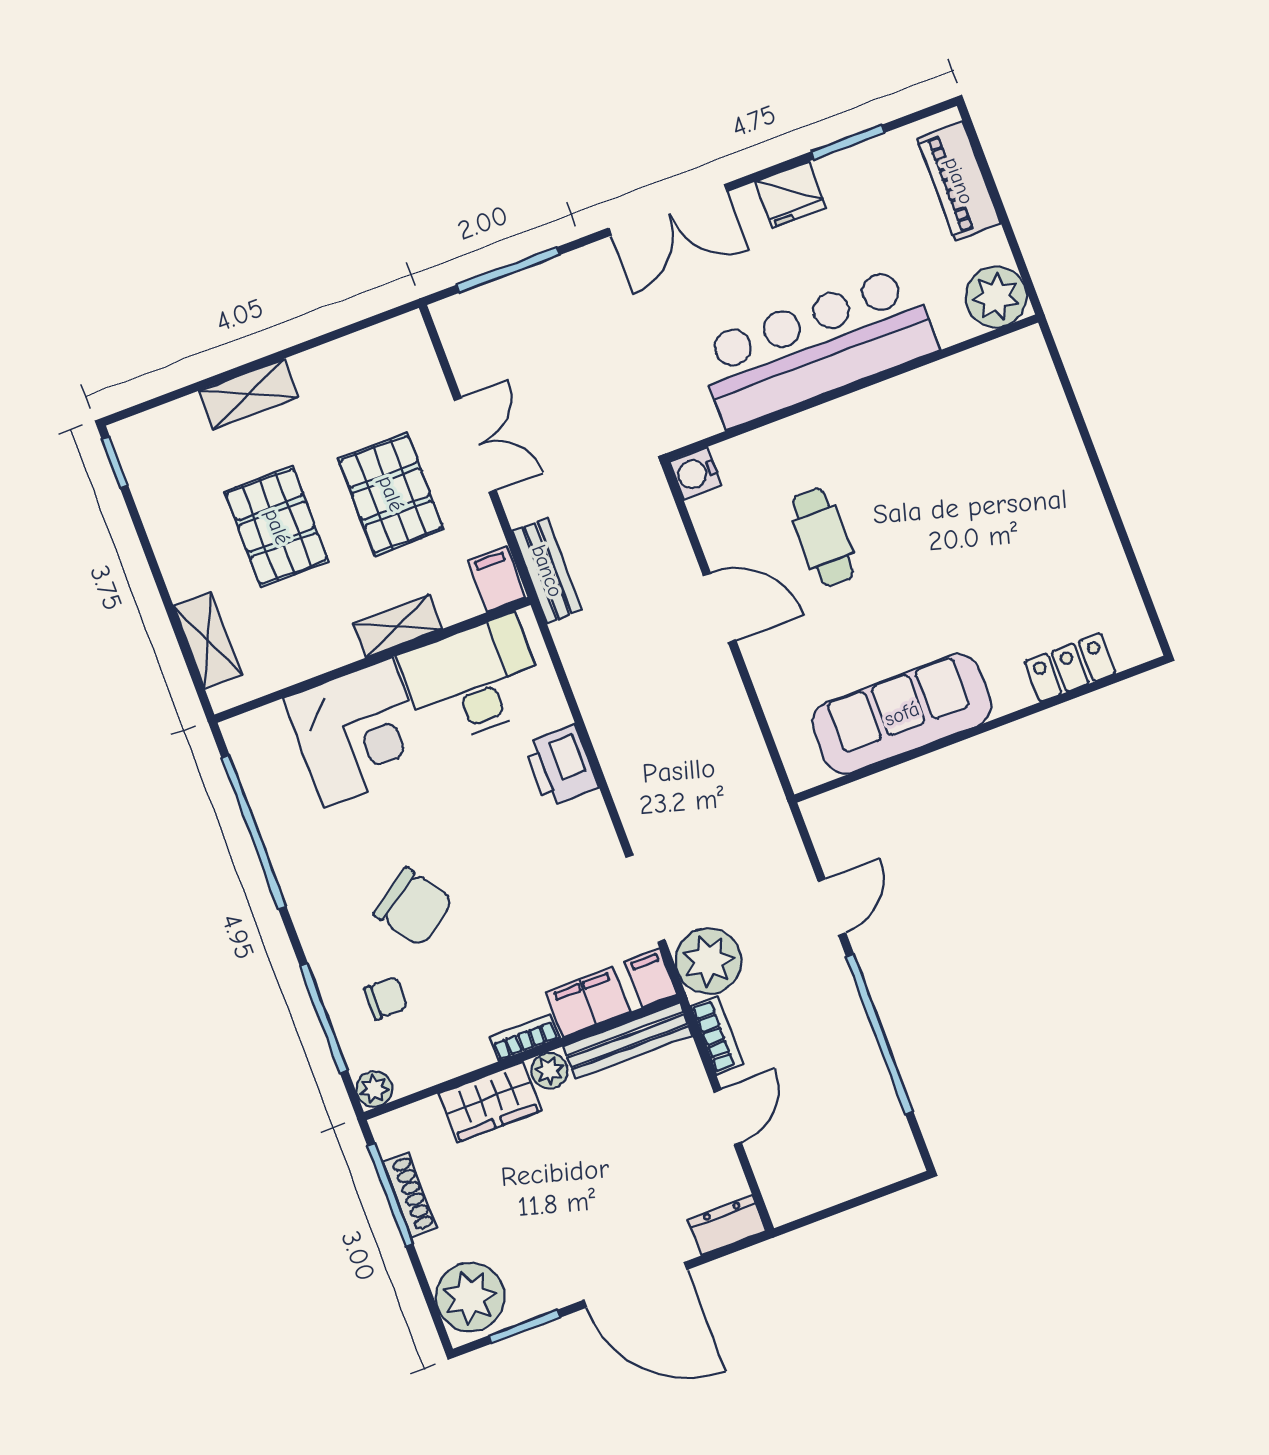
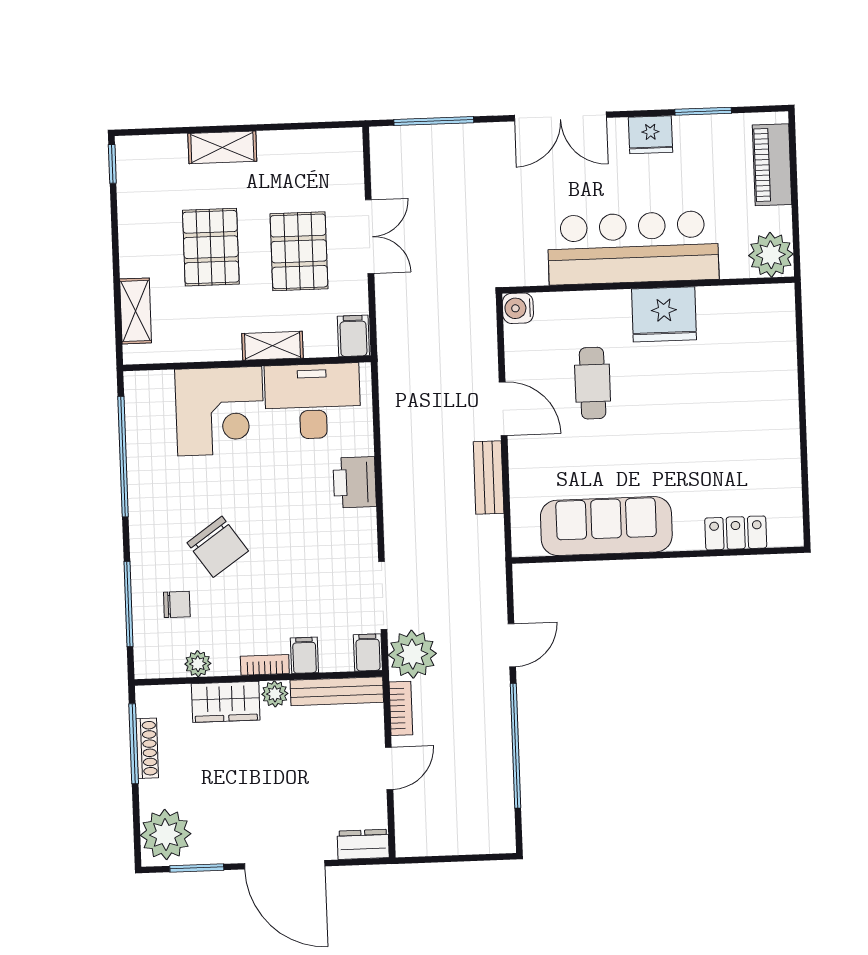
fridge: (885, 419) -> (664, 314), added
bench: (547, 571) -> (489, 477), moved
filing cabinet: (588, 1002) -> (304, 655), width x0.50
plant: (374, 1089) -> (198, 664), moved

